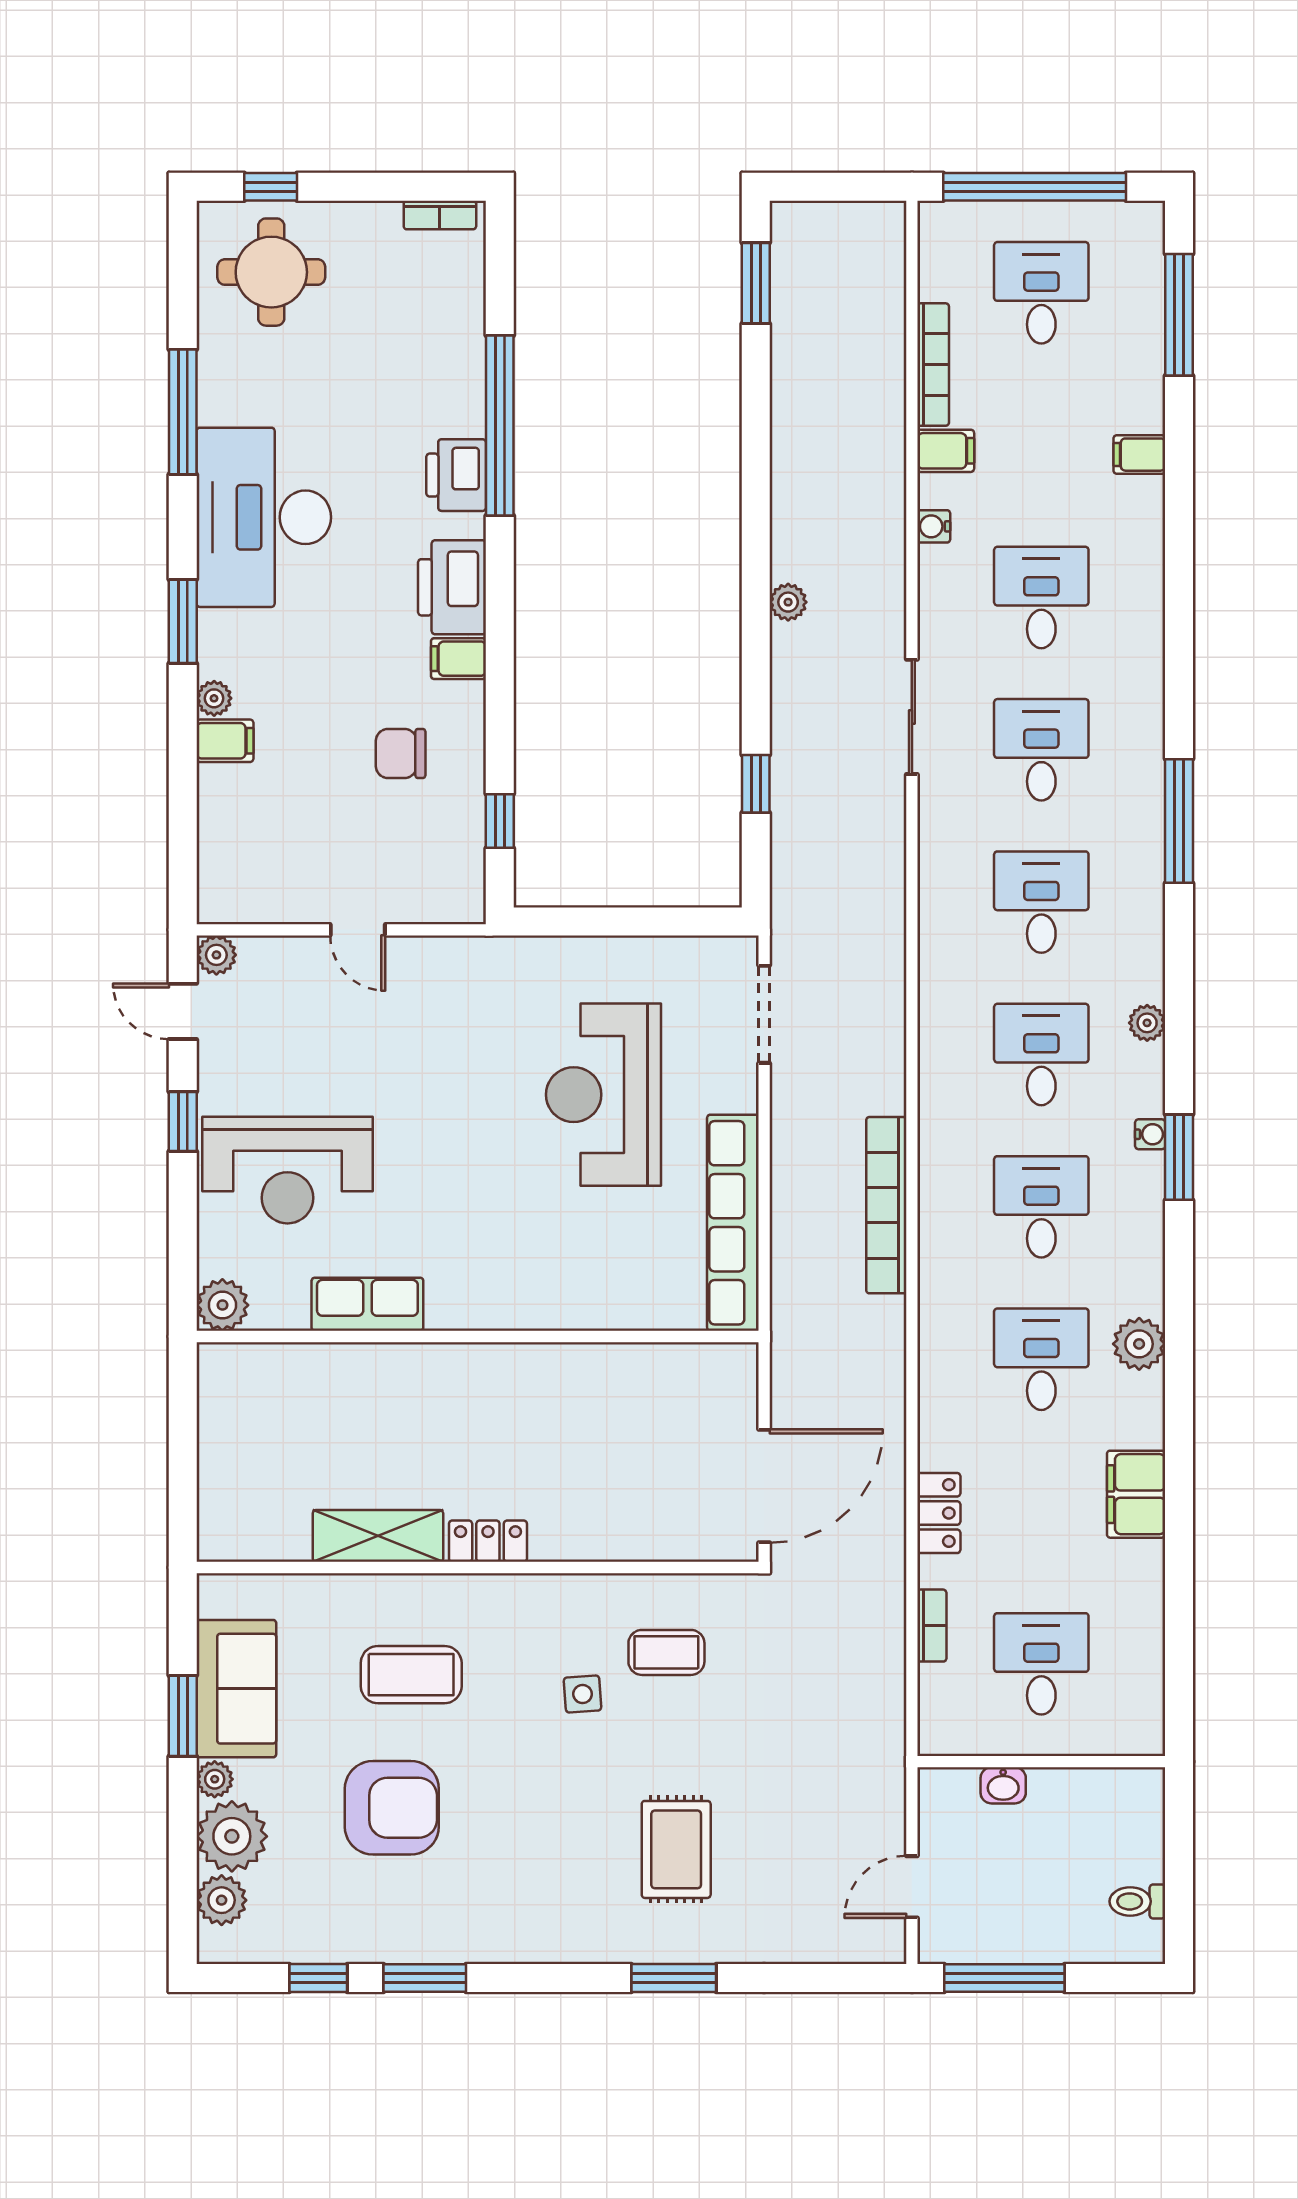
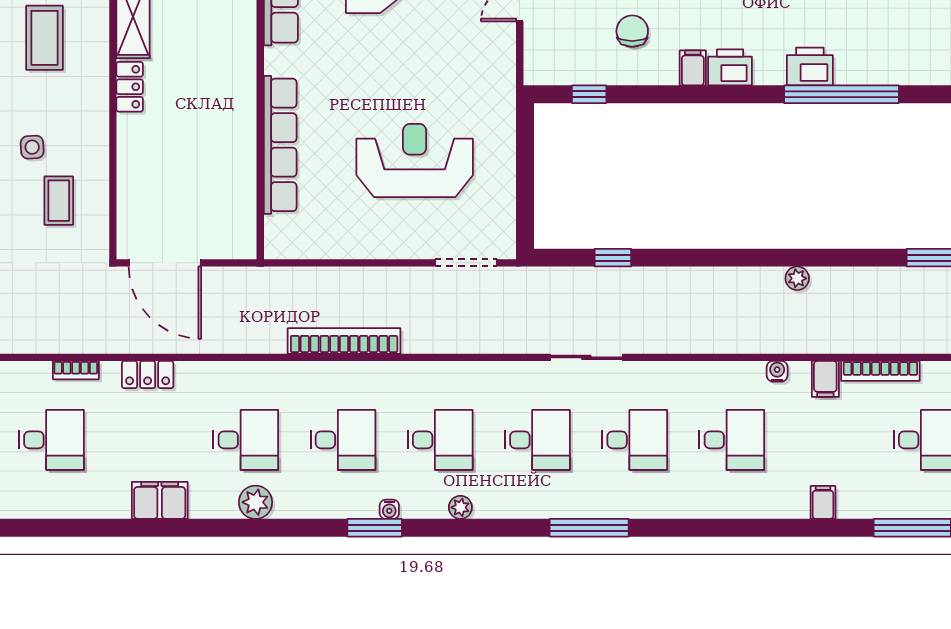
printer: (452, 587) -> (730, 67), width x0.73, depth x0.84
plant: (788, 602) -> (797, 278), moved
sliding door: (912, 717) -> (586, 357), moved
row of seats: (733, 1223) -> (280, 145), moved, turned 90

